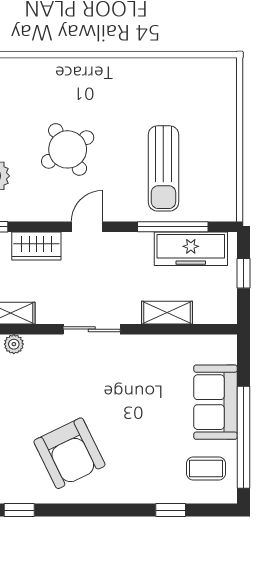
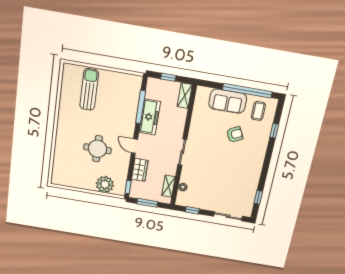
round table: (68, 149) -> (97, 149), turned 32
sun lounger: (163, 168) -> (89, 89), moved, turned -90
freezer: (191, 249) -> (150, 117), moved
shelving: (167, 313) -> (185, 96), moved
armchair: (69, 453) -> (235, 134), moved, width x0.53, depth x0.53

